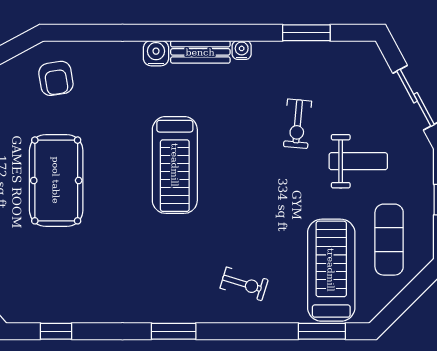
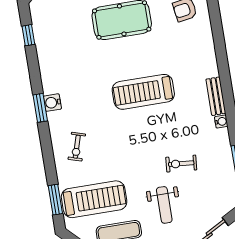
water cooler: (156, 53) -> (52, 103), moved, turned 180

